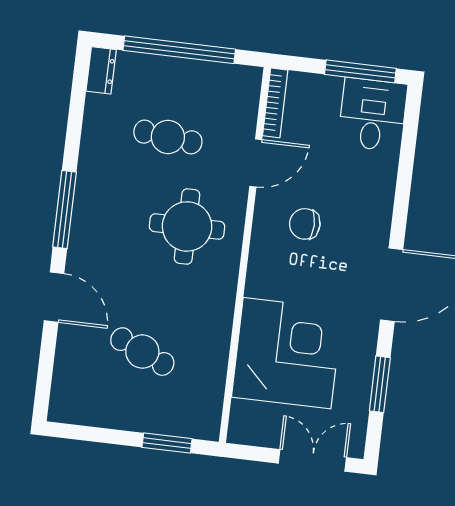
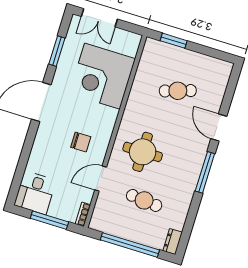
window: (360, 71) -> (49, 220), moved
bookcase: (275, 103) -> (83, 214), width x0.64
cafe table: (142, 352) -> (178, 91), turned -42

